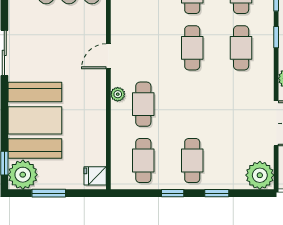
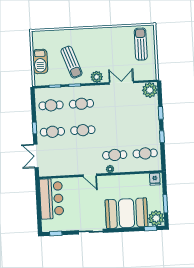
cafe table: (192, 161) -> (144, 127), removed

